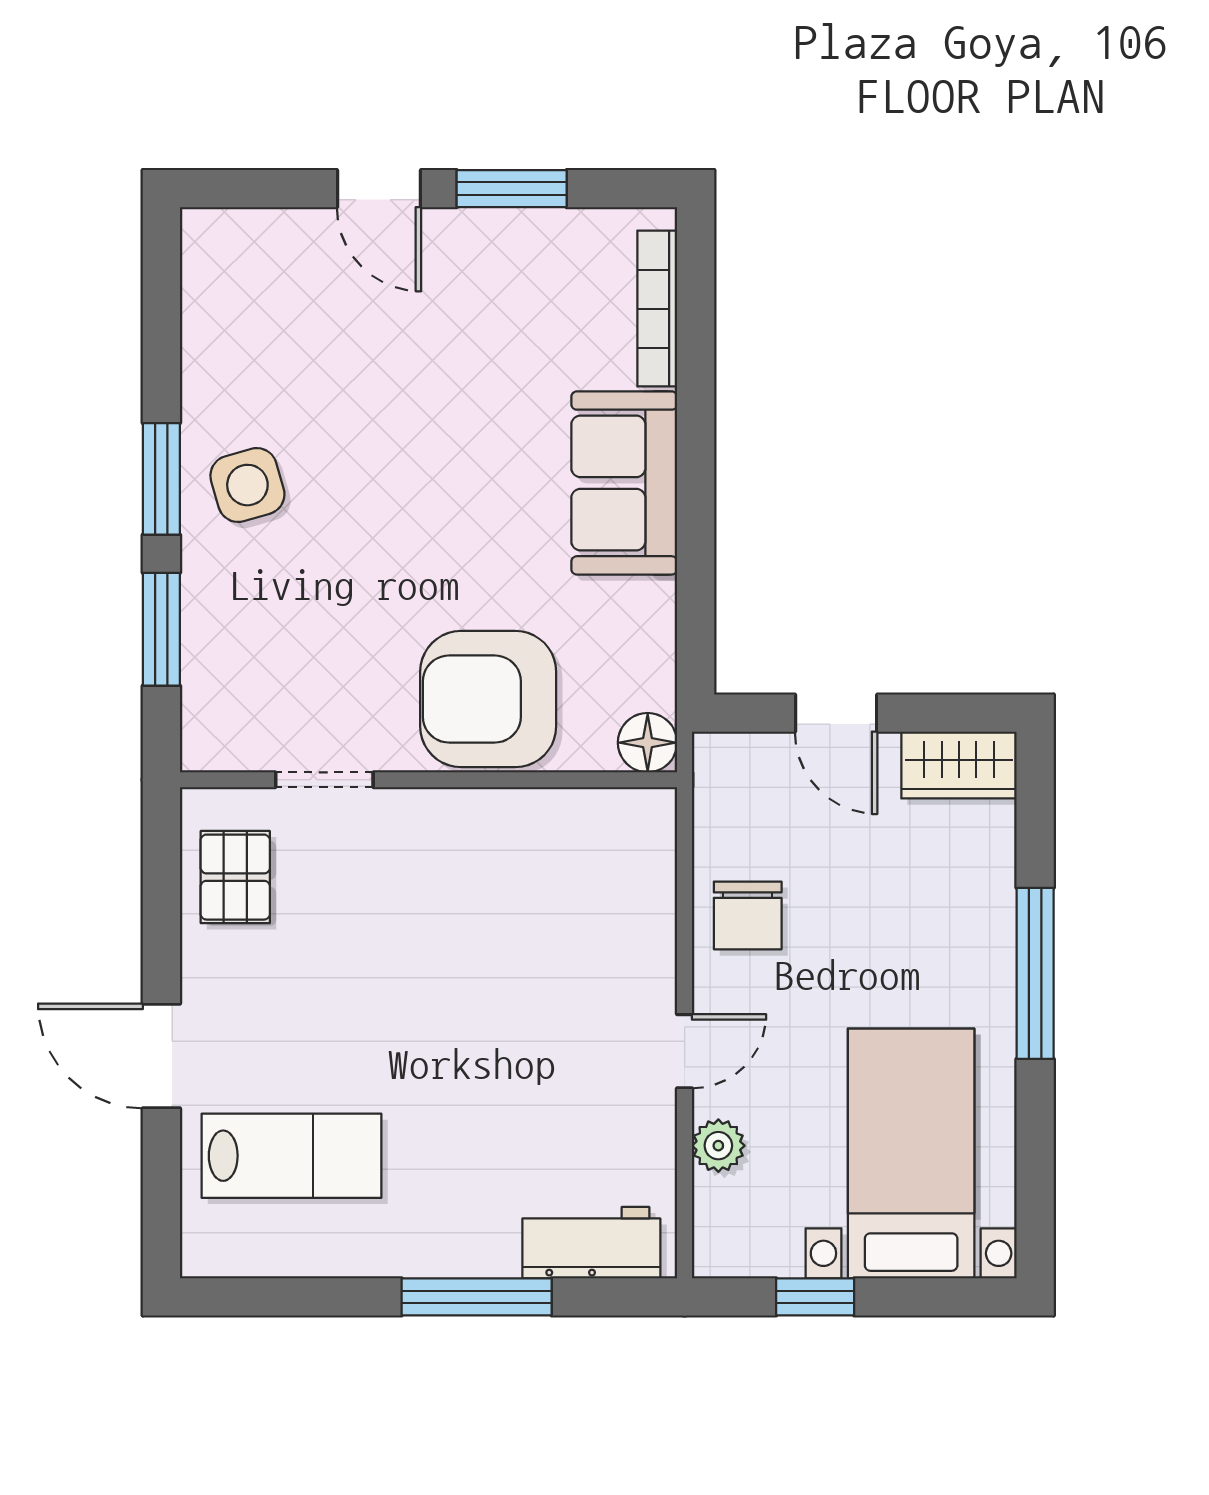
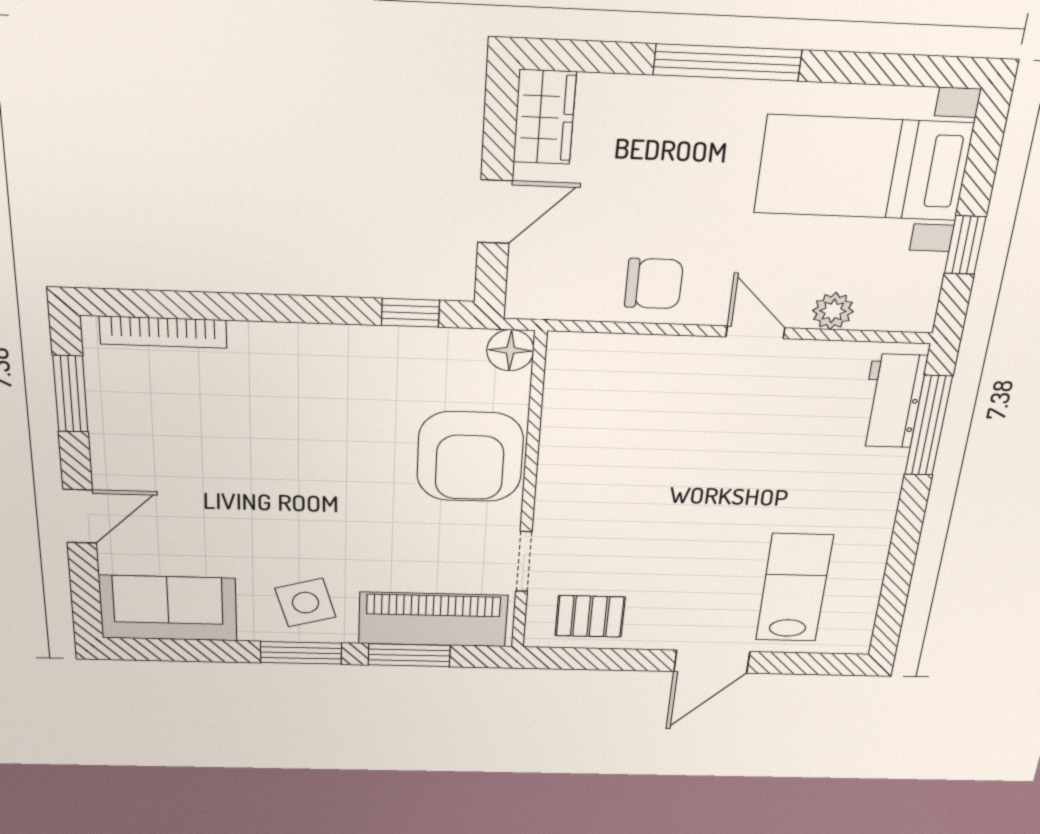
window: (512, 189) -> (70, 394), moved
sofa: (624, 483) -> (168, 608), moved, turned 180
window: (696, 615) -> (410, 313), added
piano: (224, 660) -> (433, 619), added
window: (477, 1297) -> (928, 426), moved

